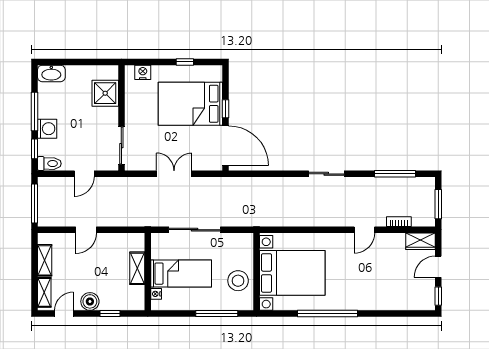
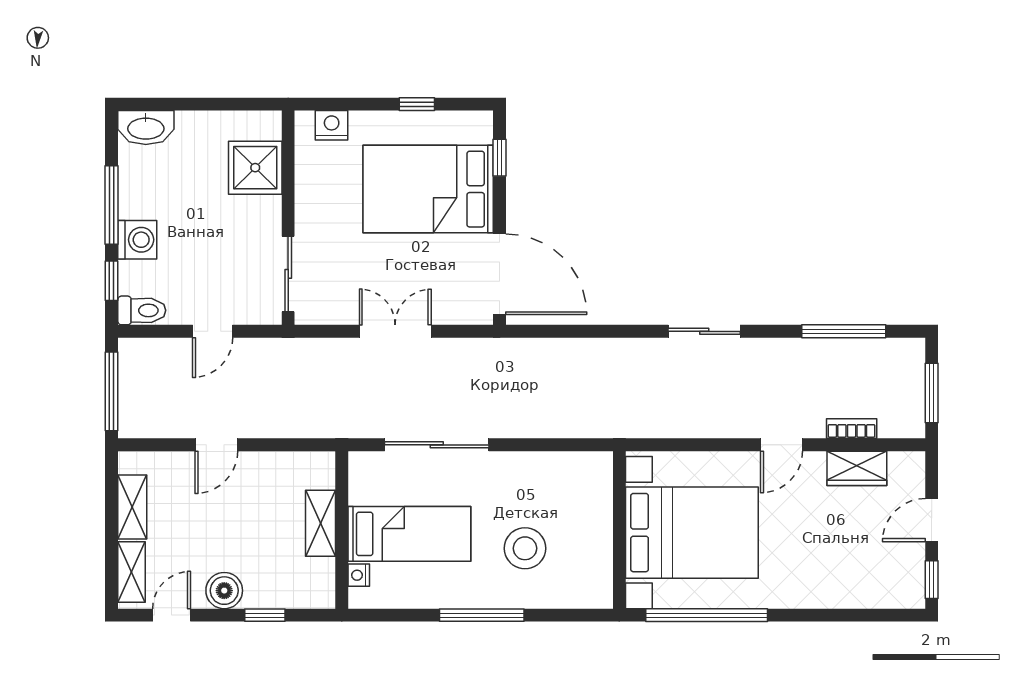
window: (225, 109) -> (499, 158), moved
wardrobe: (421, 241) -> (857, 468), moved
wall: (257, 272) -> (619, 530), moved
bed with nightstands: (292, 273) -> (692, 533), moved

